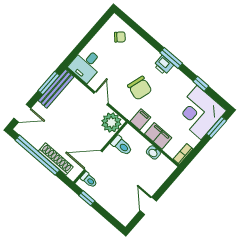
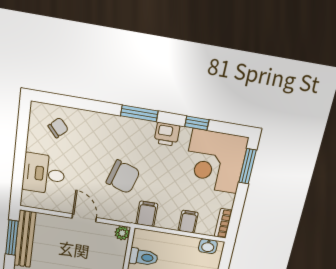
desk: (86, 65) -> (44, 174), moved, turned 90
printer: (164, 65) -> (167, 134), moved
plant: (111, 122) -> (122, 233), width x0.53, depth x0.53
filing cabinet: (158, 136) -> (188, 222), width x0.50
washbasin: (153, 152) -> (208, 246), moved

